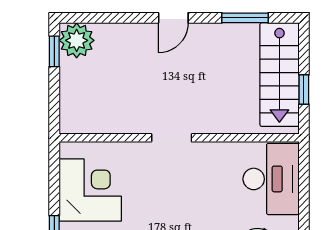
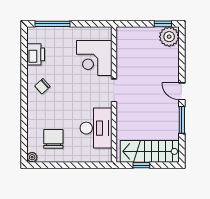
window: (245, 18) -> (182, 120), moved
desk: (271, 179) -> (96, 128), moved, turned -90
corner desk: (90, 190) -> (94, 58), moved, turned 90

